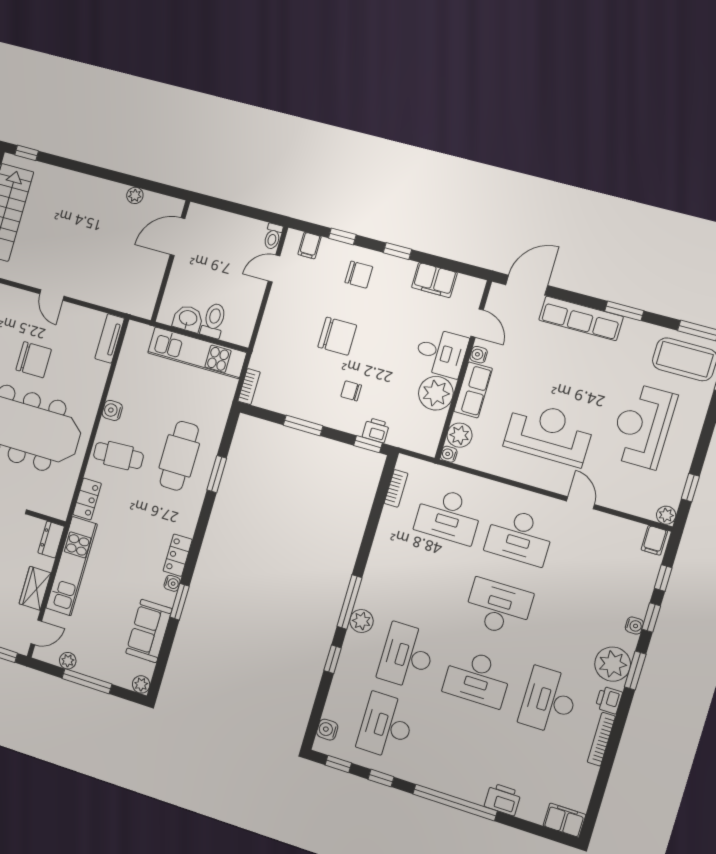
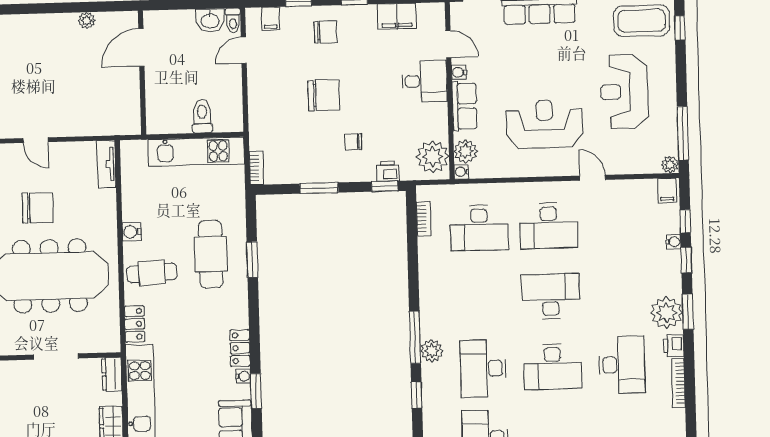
washbasin: (188, 319) -> (210, 20), moved, turned 180
plant: (436, 393) -> (433, 157), moved
window: (690, 488) -> (683, 133), width x2.17
water cooler: (634, 626) -> (673, 242), moved
desk: (549, 701) -> (622, 365), turned 180

